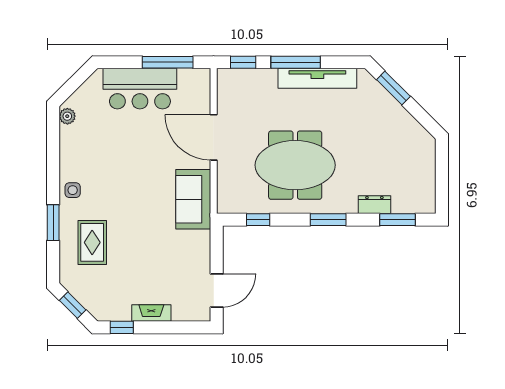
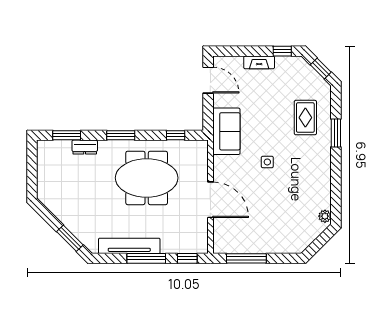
bar counter: (140, 89) -> (268, 238), removed
side table: (73, 190) -> (267, 162), moved
sofa: (193, 199) -> (226, 131), moved
door: (217, 290) -> (208, 80), swing flipped

